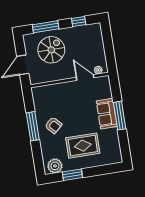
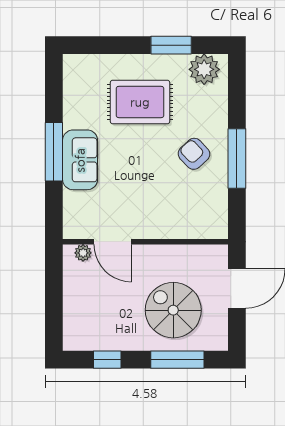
spiral stairs: (51, 50) -> (173, 310), turned 90

